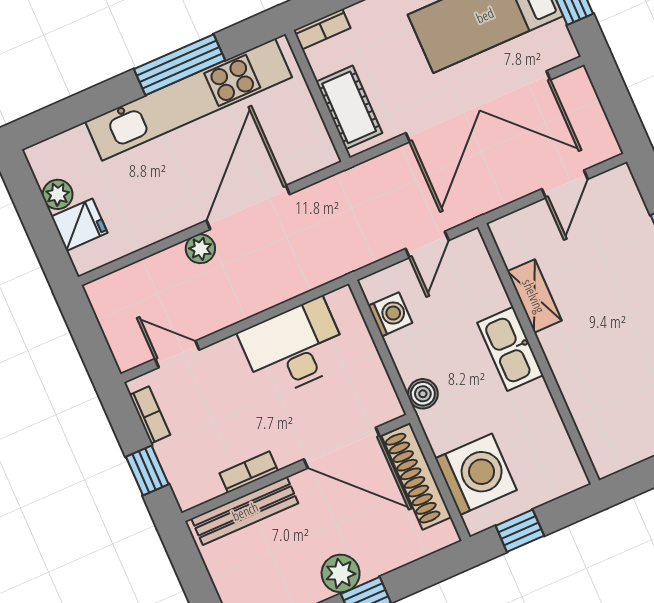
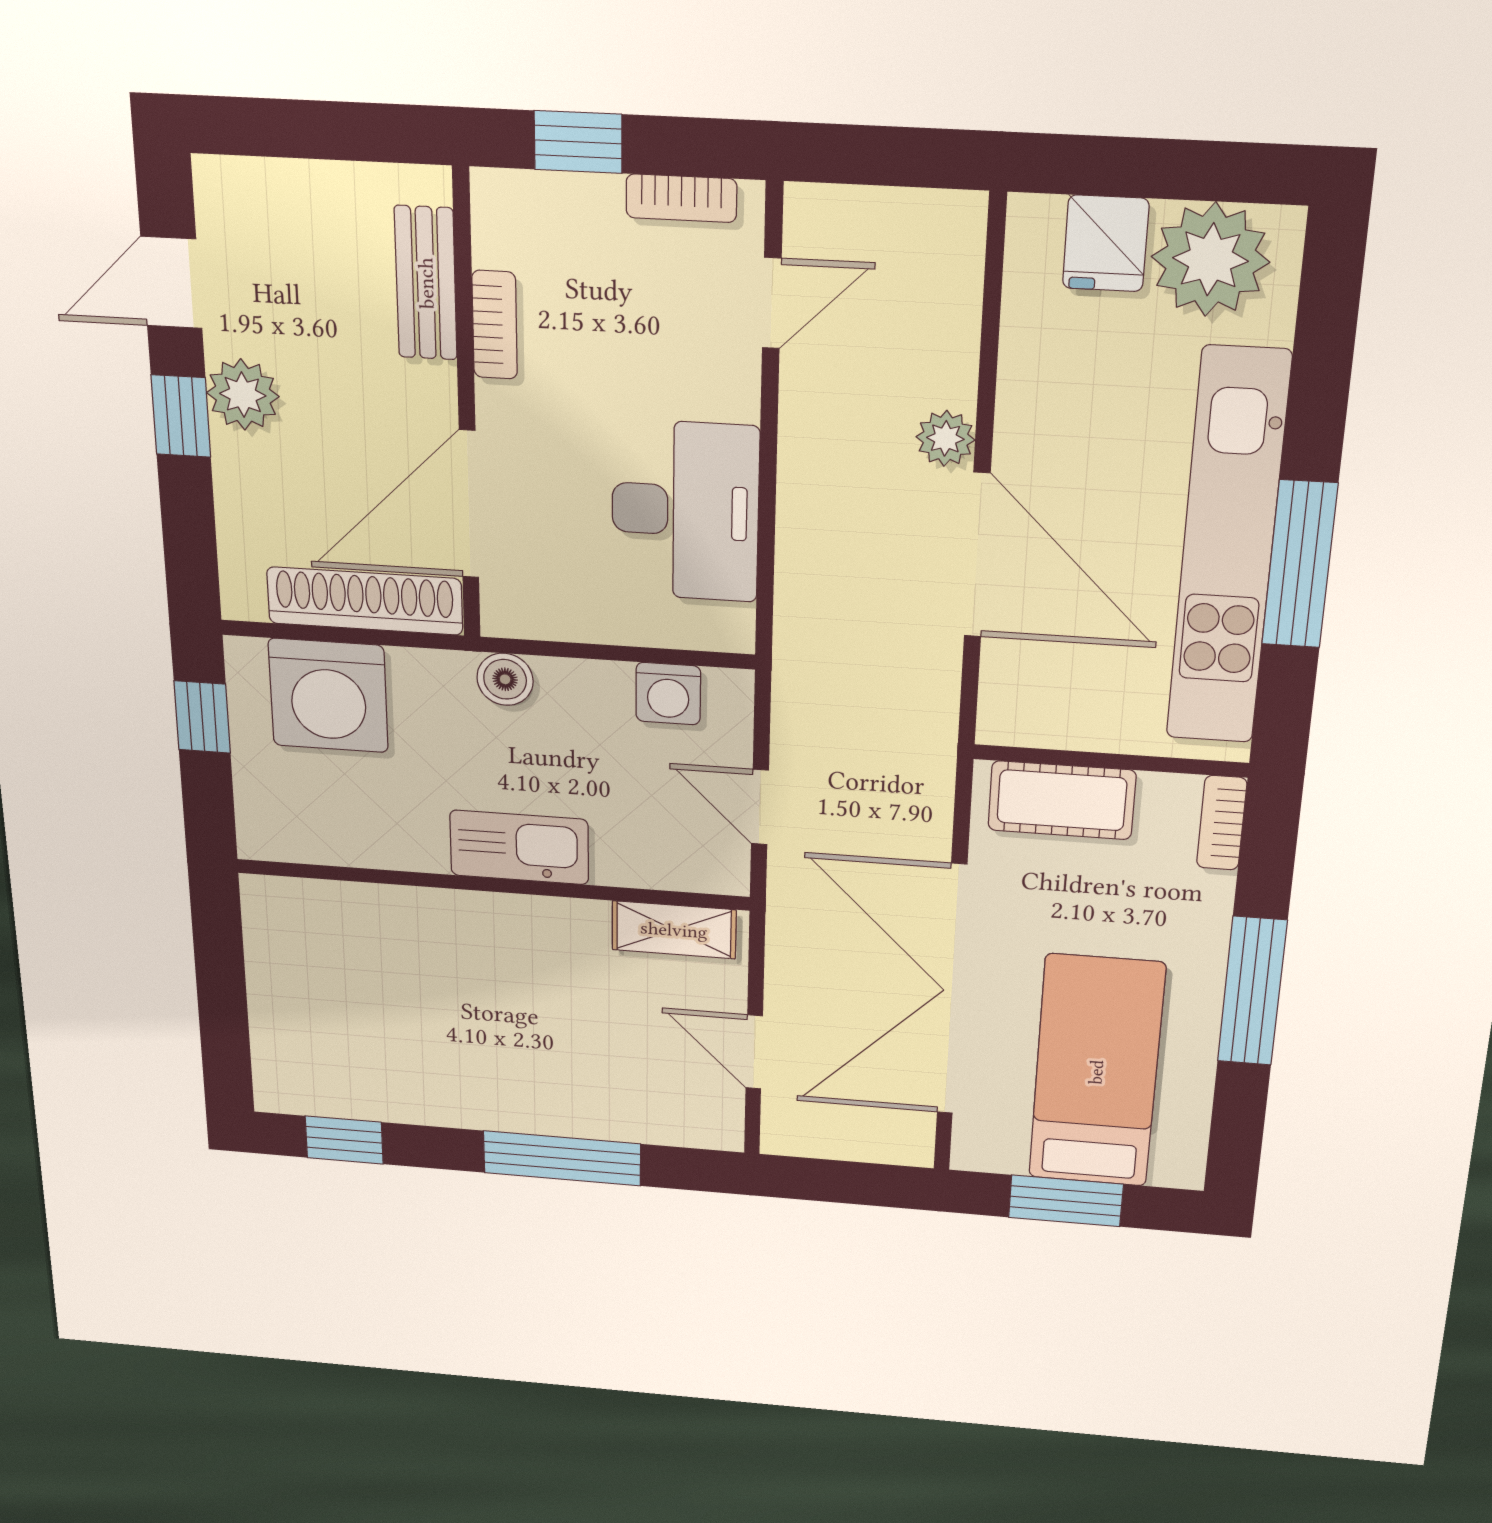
plant: (58, 194) -> (1210, 259), width x1.87, depth x1.87
shelving: (534, 296) -> (674, 930), moved
bench: (245, 511) -> (426, 283), width x0.73

